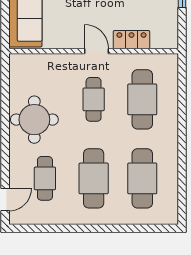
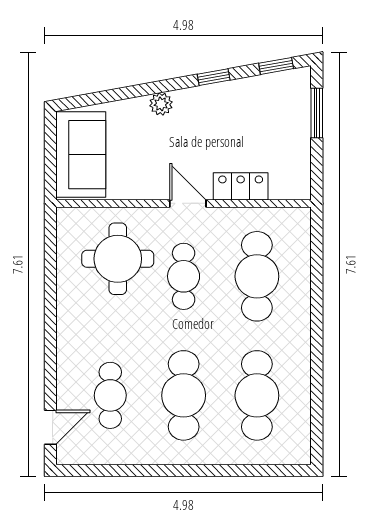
round table: (34, 120) -> (118, 259), moved

